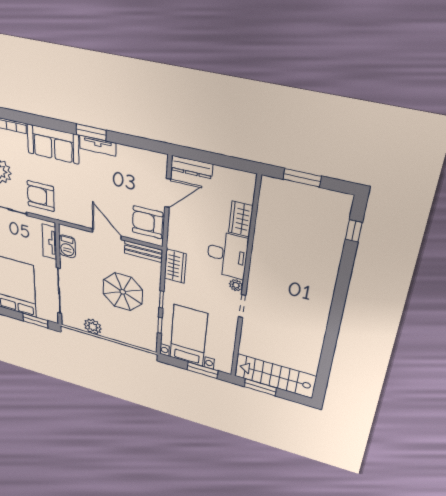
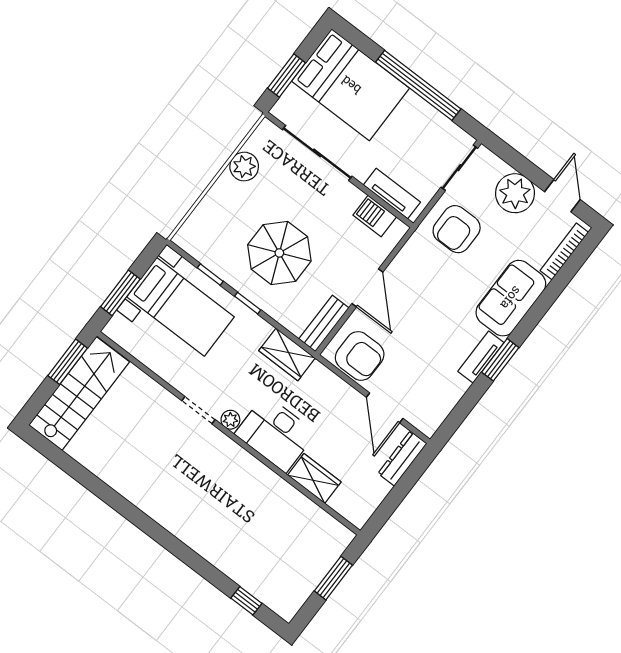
armchair: (41, 196) -> (457, 229), turned 180
armchair: (147, 222) -> (360, 356), turned 90
door: (107, 234) -> (367, 288), hinge flipped

